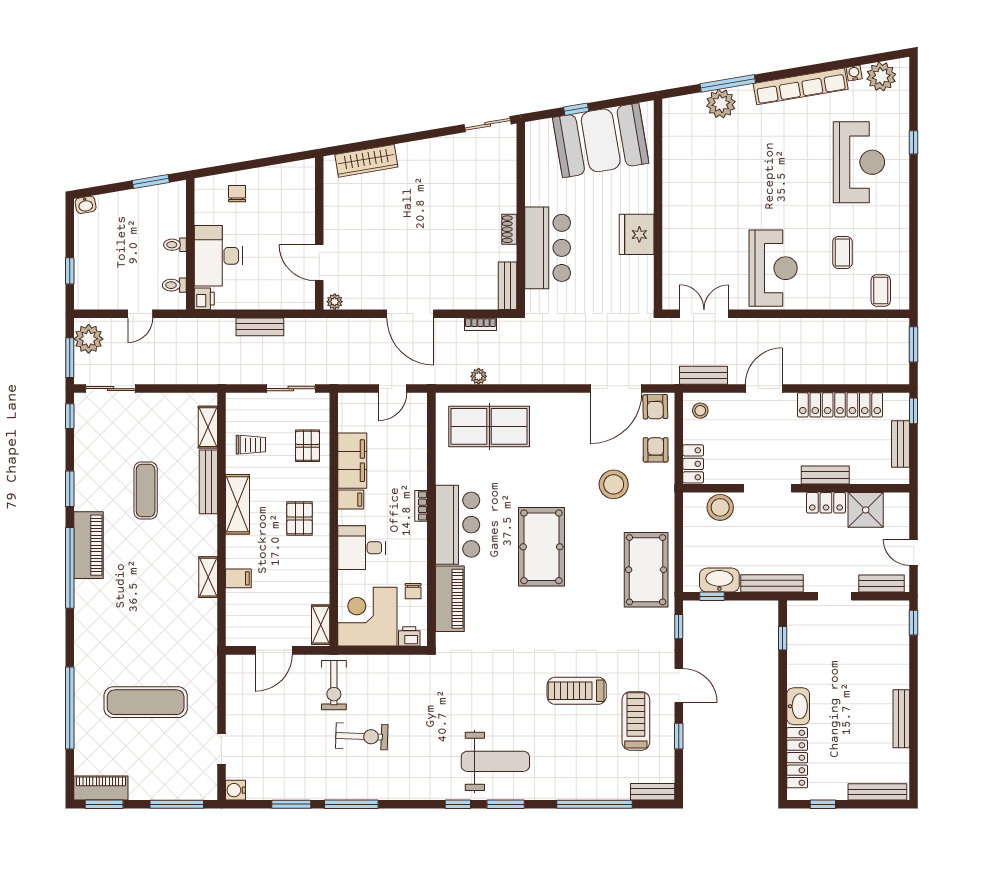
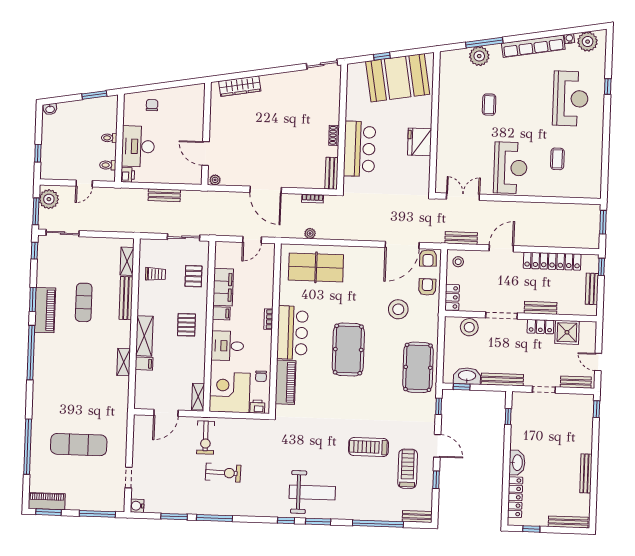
coffee table: (881, 290) -> (489, 105), moved
shelving: (238, 504) -> (144, 336), moved
piano: (88, 545) -> (45, 310), moved

